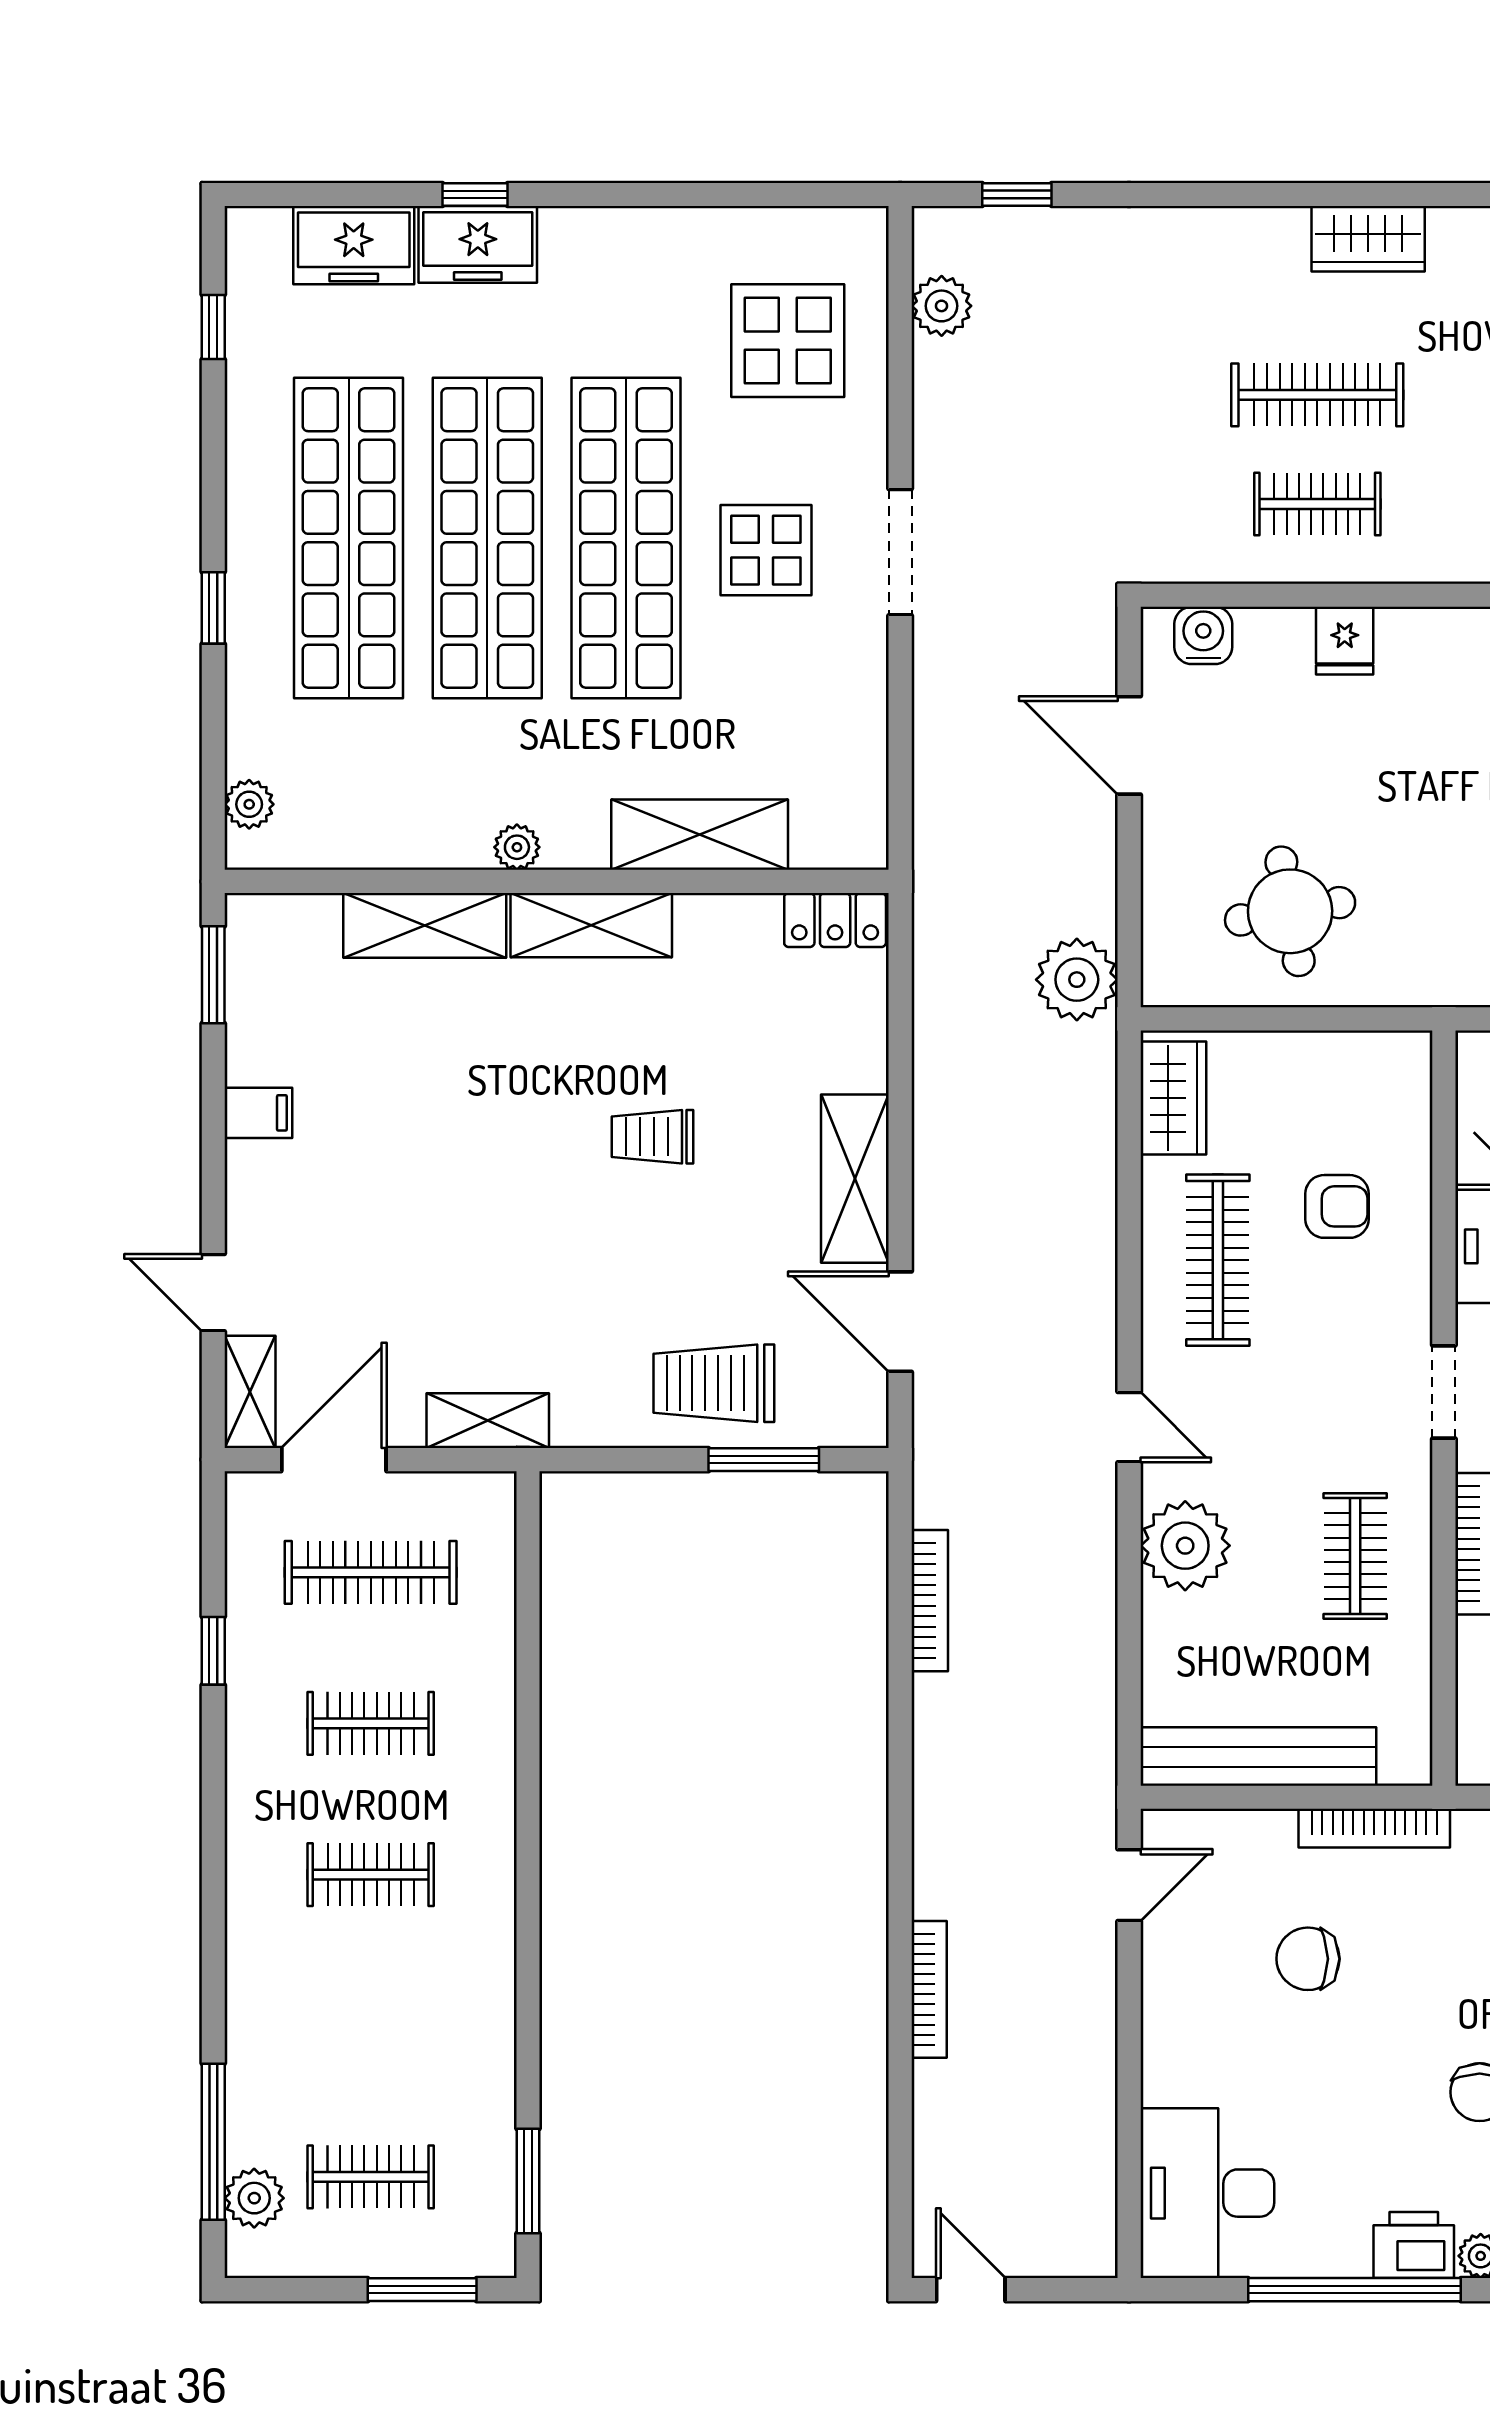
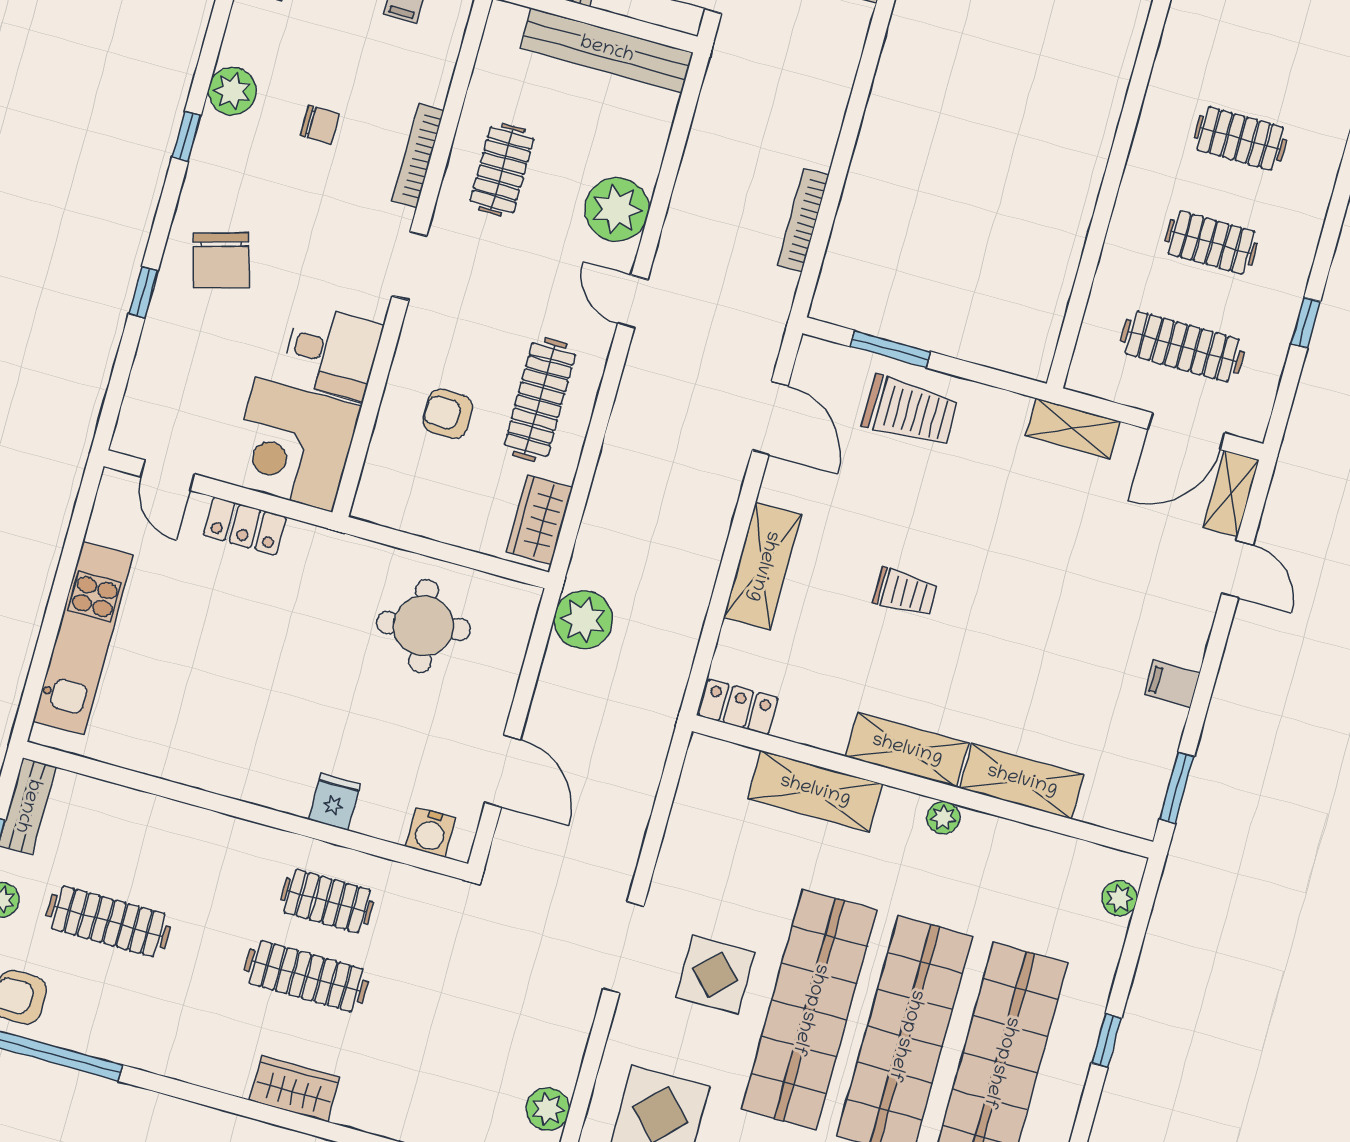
wardrobe: (1368, 239) -> (294, 1089), moved
shelving: (855, 1179) -> (763, 566), moved

